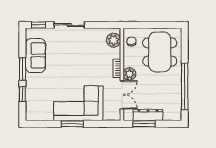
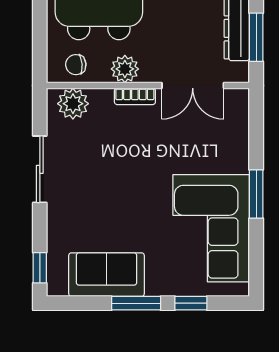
sliding door: (69, 25) -> (40, 169), moved
plant: (129, 74) -> (125, 69), moved
double door: (122, 95) -> (193, 85), swing flipped
corner sofa: (78, 103) -> (211, 228), moved

